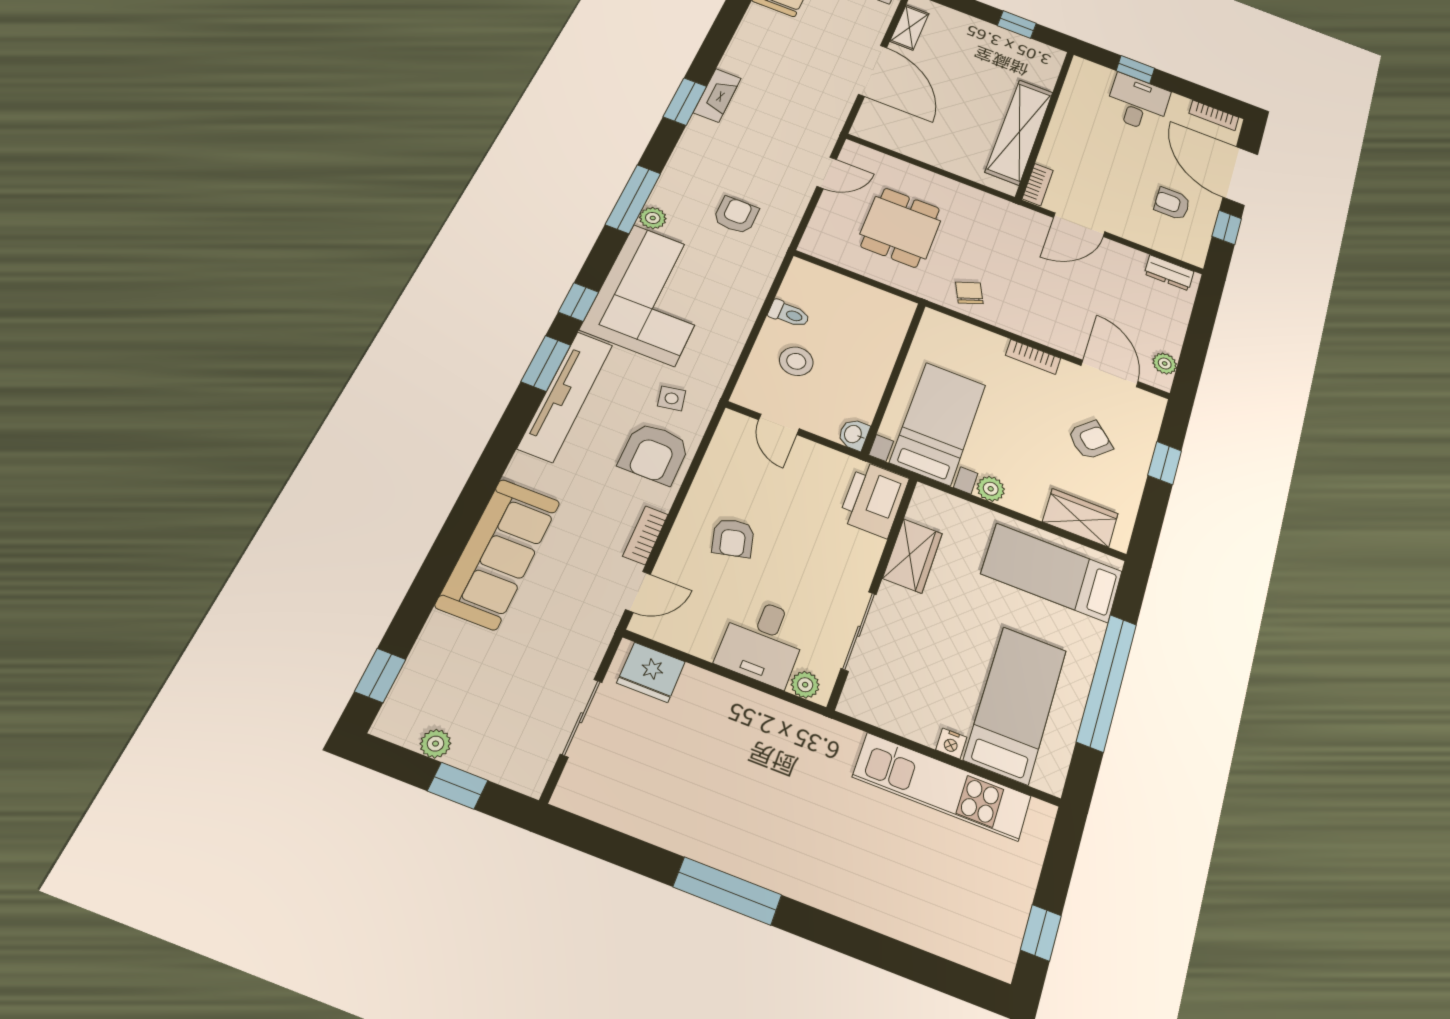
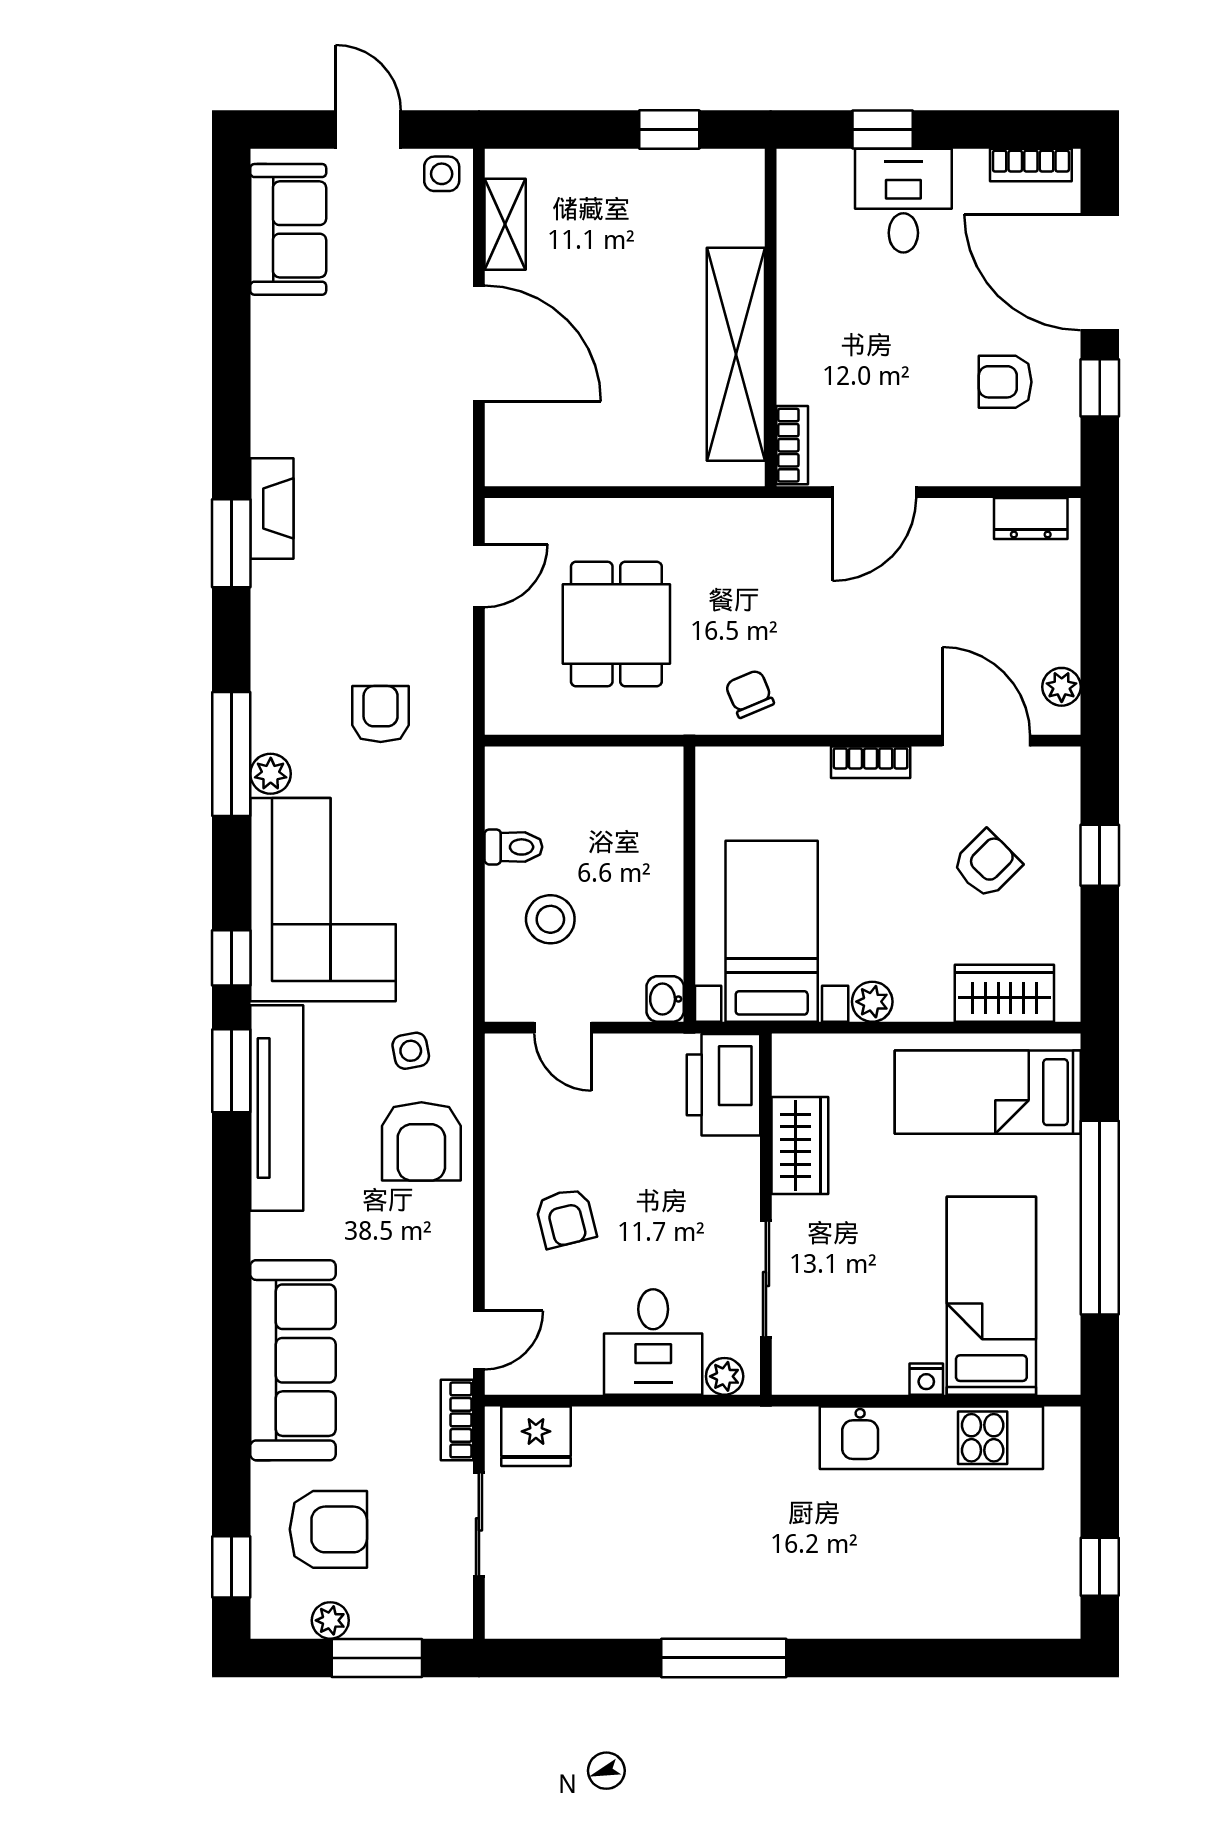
bookcase: (645, 535) -> (457, 1420), moved
armchair: (467, 677) -> (328, 1529), added
window: (458, 786) -> (377, 1658), width x1.50

